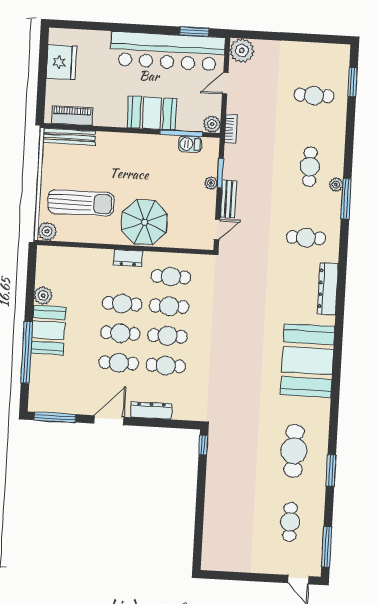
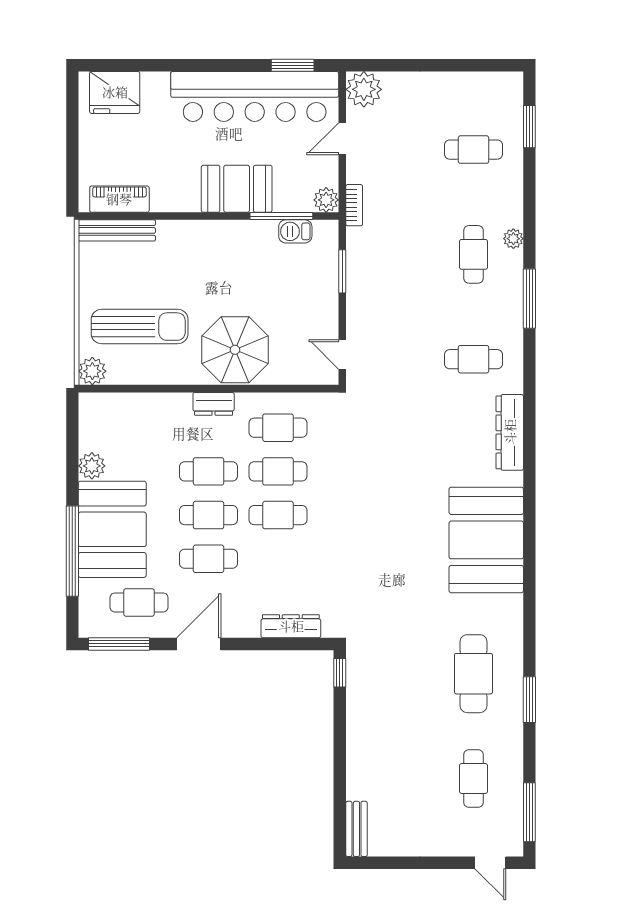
fridge: (61, 62) -> (115, 92), moved, turned 90
plant: (211, 183) -> (329, 287), removed
plant: (336, 185) -> (513, 239), moved
bench: (228, 199) -> (356, 829), moved
door: (217, 229) -> (342, 355), swing flipped
booth: (48, 330) -> (112, 529), width x1.36, depth x1.42
cafe table: (166, 365) -> (139, 602), moved
dresser: (151, 411) -> (291, 626), moved

